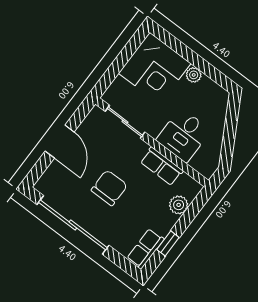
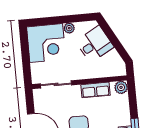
desk: (183, 135) -> (95, 44), moved, turned -119
plant: (179, 205) -> (121, 87), moved

